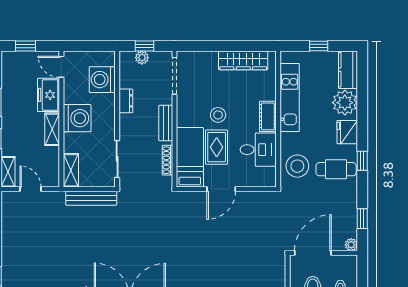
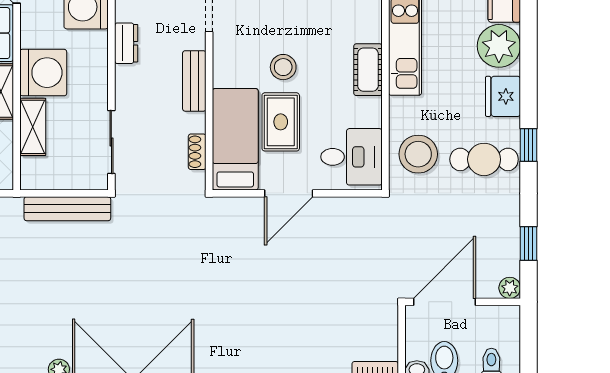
desk: (258, 150) -> (352, 157), moved
shoe rack: (167, 160) -> (197, 152), width x0.70
shelving: (71, 170) -> (33, 127), moved

